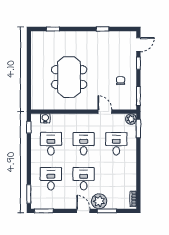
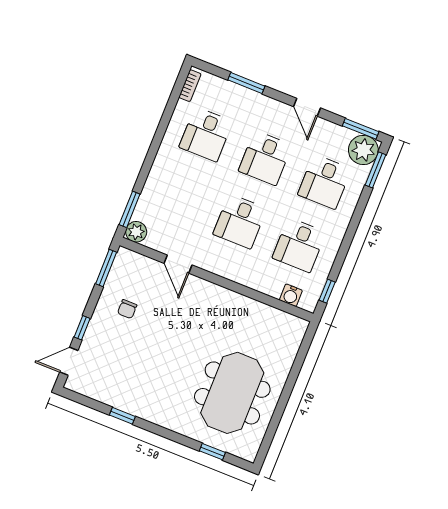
meeting table: (69, 77) -> (232, 393), moved
desk: (116, 144) -> (206, 134), moved
plant: (99, 201) -> (363, 150), moved
door: (83, 211) -> (307, 107), moved

